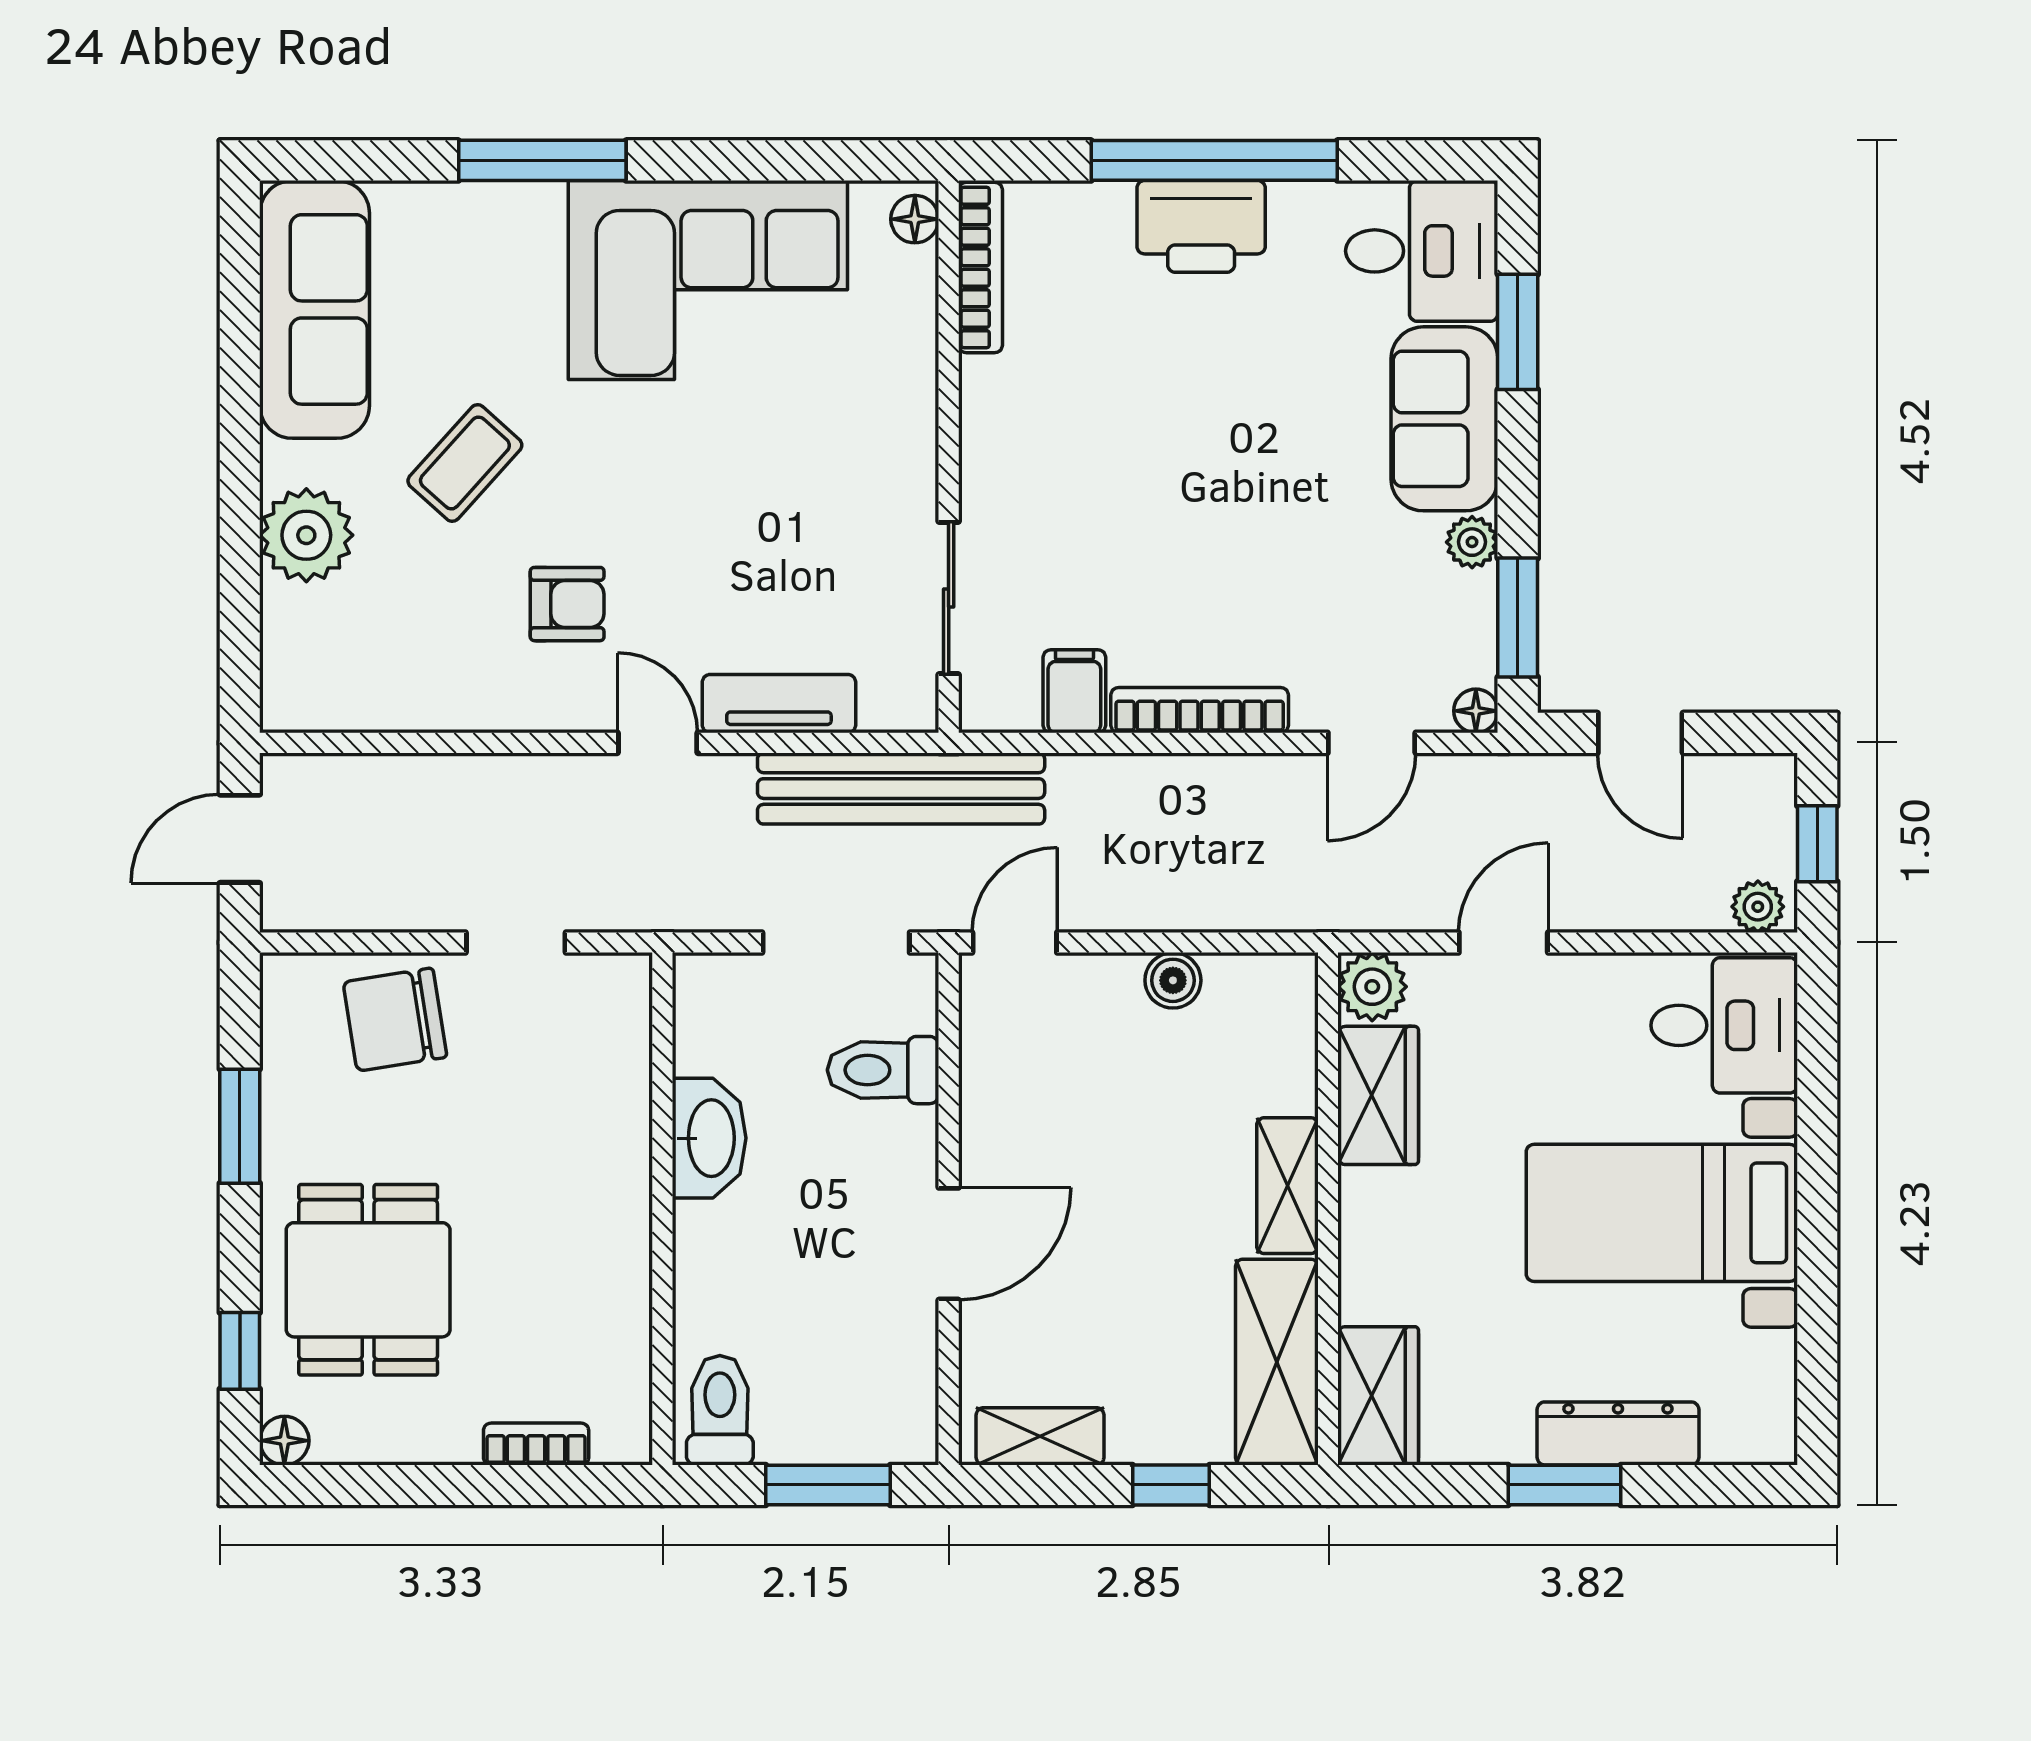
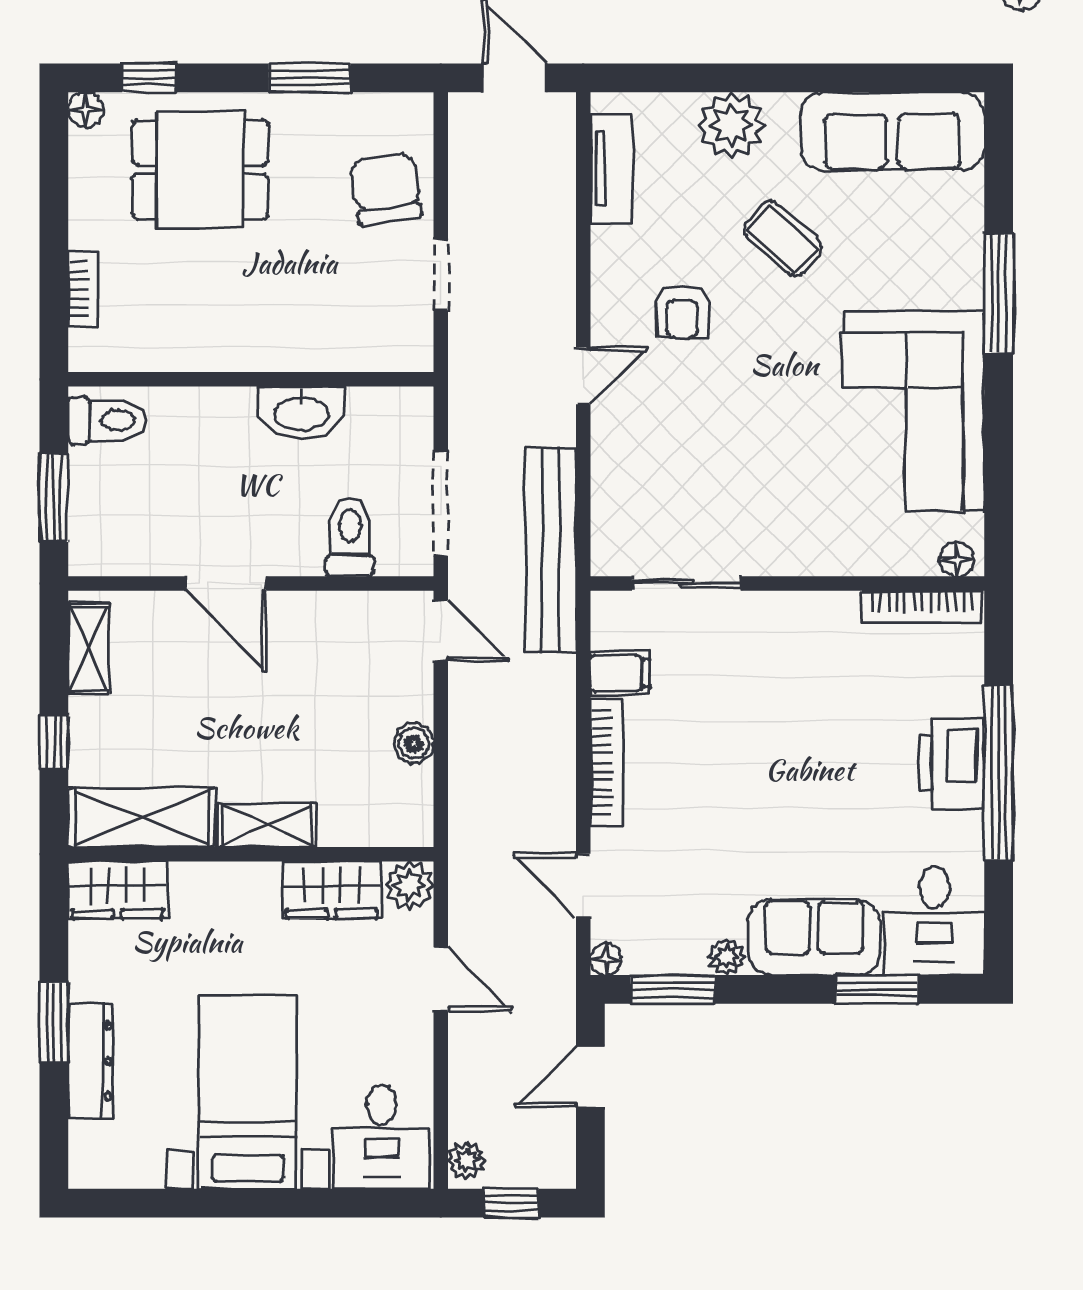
tv unit: (779, 704) -> (611, 169), moved

